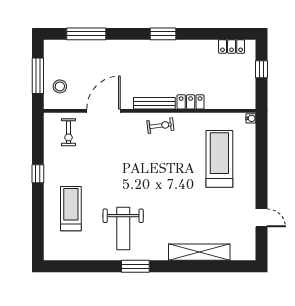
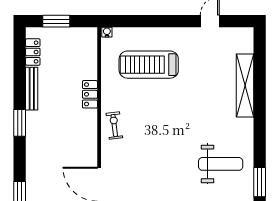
window: (261, 69) -> (56, 21), width x1.50
bench: (154, 103) -> (32, 89), moved
window: (135, 266) -> (260, 182), moved

